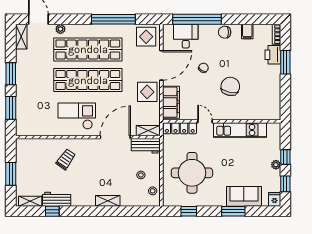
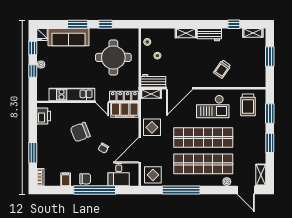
window: (197, 19) -> (95, 190), moved
printer: (273, 55) -> (44, 116), moved
chair: (230, 86) -> (80, 132), turned 57
filing cabinet: (171, 102) -> (125, 110), moved, turned -90
trolley: (36, 118) -> (248, 105), added
sofa: (244, 196) -> (68, 37), width x1.36
workbench: (57, 199) -> (209, 35), moved
window: (189, 211) -> (106, 24), moved

